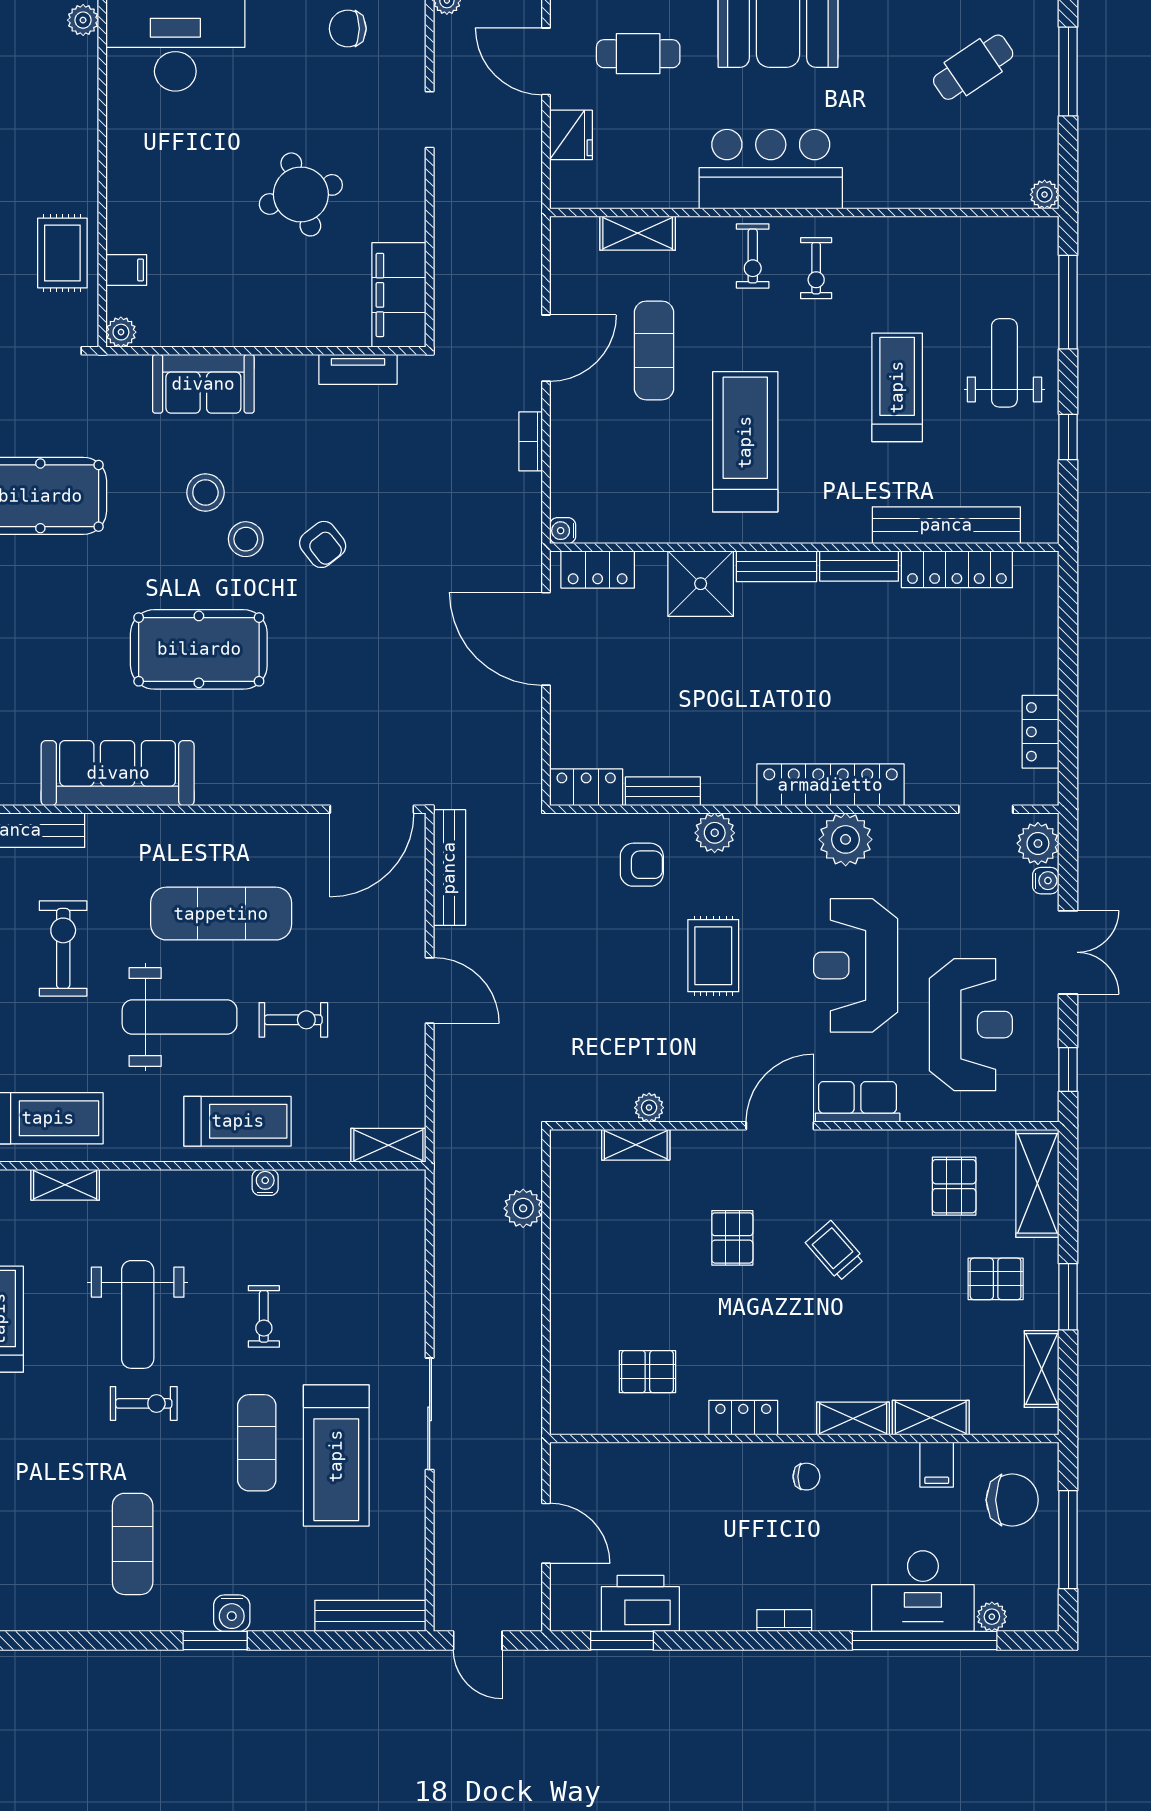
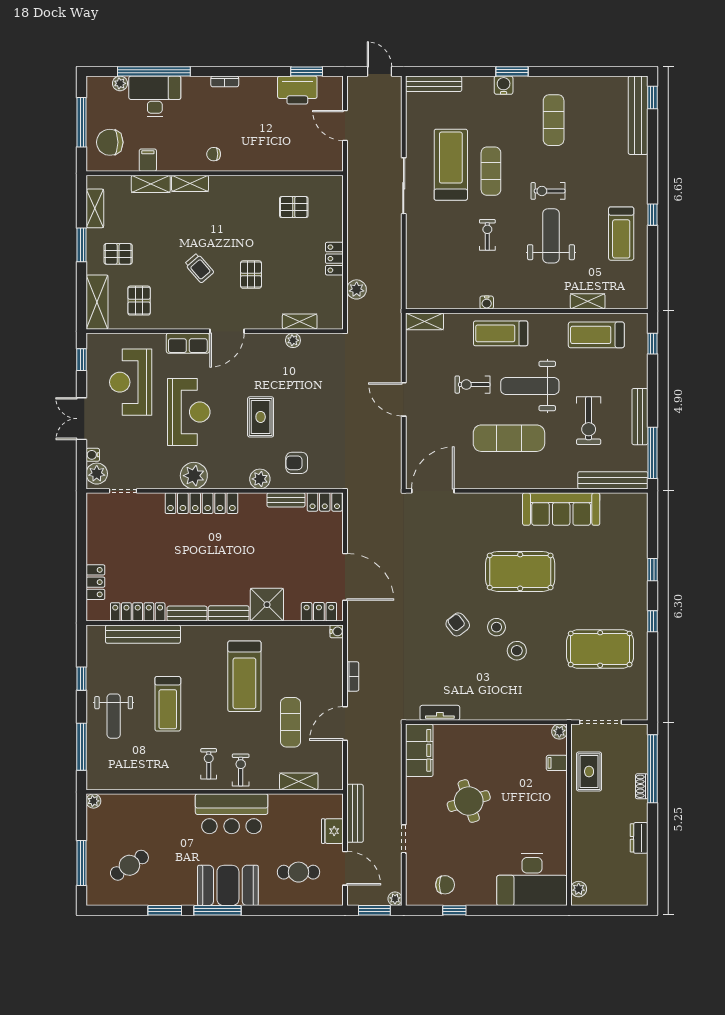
sofa: (203, 384) -> (518, 705), removed
locker: (1041, 732) -> (95, 582), moved
bench: (449, 868) -> (355, 813), moved
locker: (743, 1418) -> (334, 259), moved, turned 90

